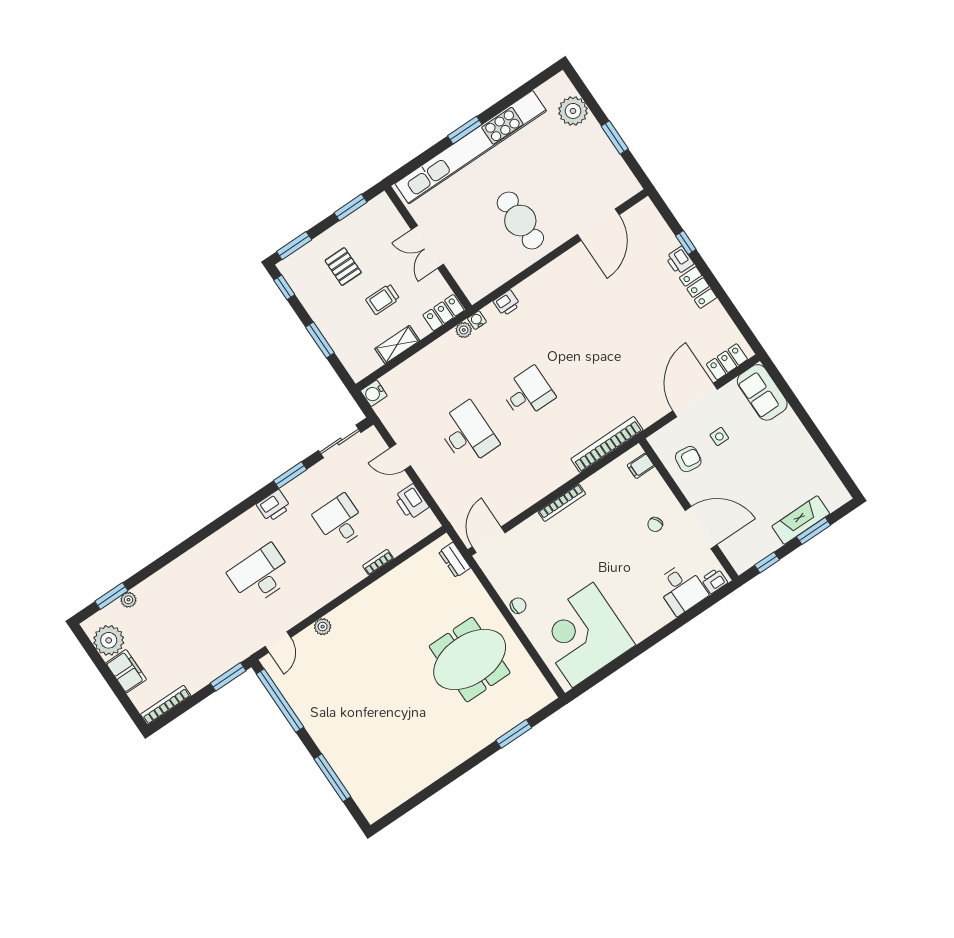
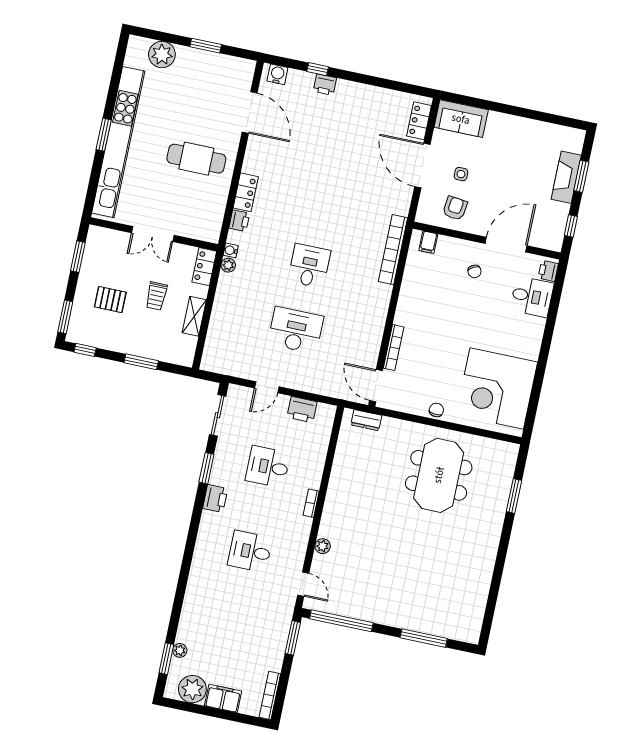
locker: (698, 288) -> (246, 192), moved, turned -90
water cooler: (374, 393) -> (277, 74), moved, turned 180
bookcase: (562, 503) -> (394, 348), moved
bookcase: (378, 562) -> (311, 503), moved
desk: (261, 575) -> (250, 551), width x0.73

